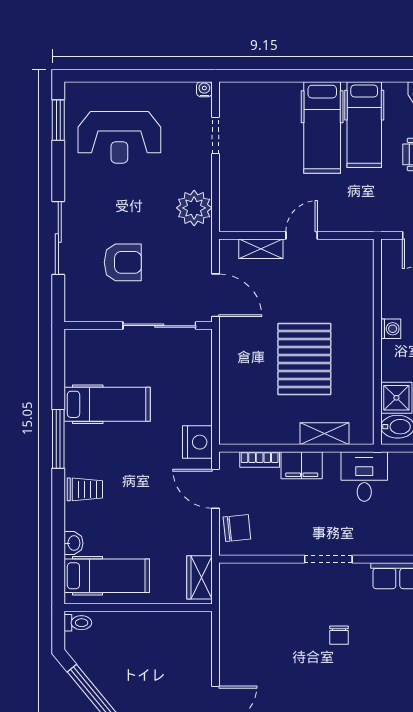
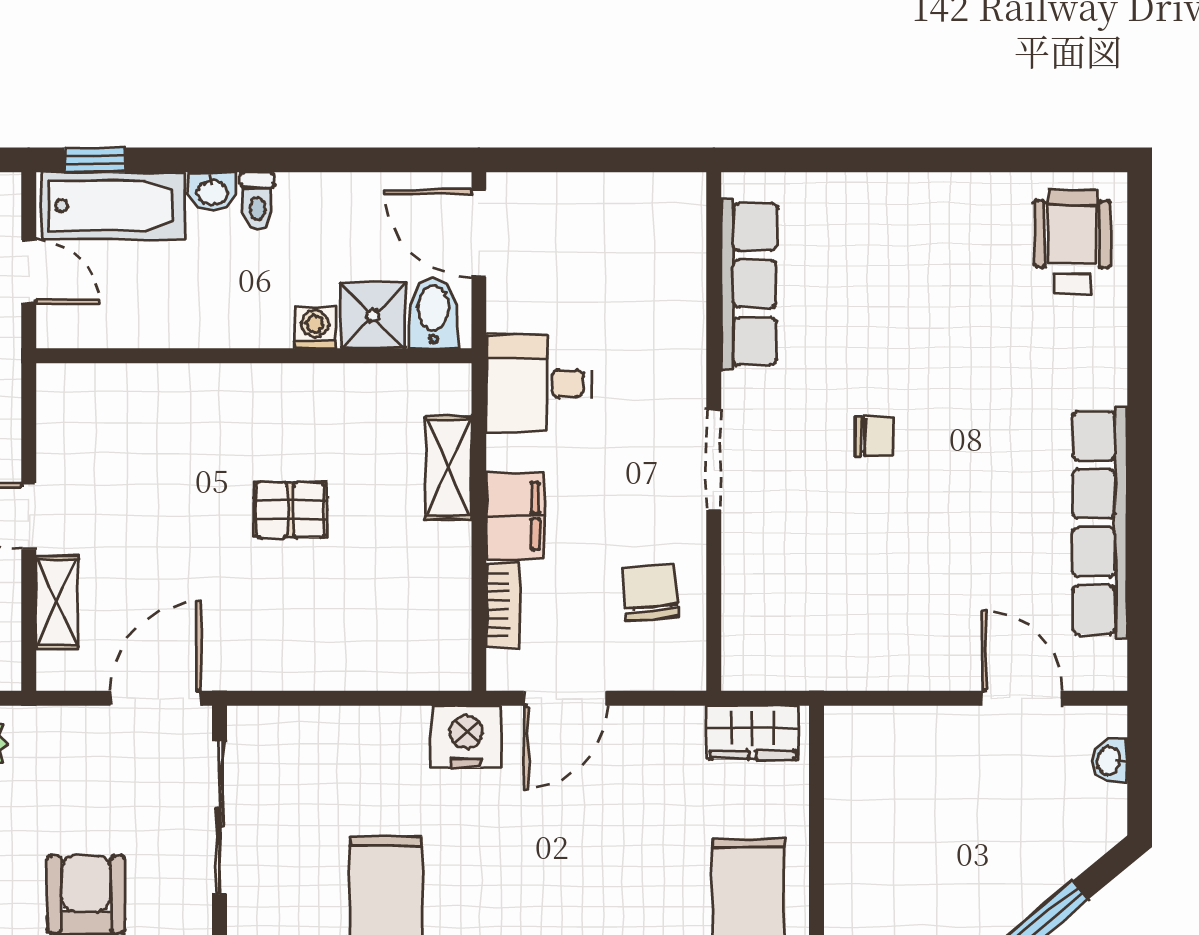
washing machine: (391, 329) -> (315, 328), moved
pallet: (304, 359) -> (290, 510), width x0.49, depth x0.50
chair: (237, 528) -> (650, 592), moved

